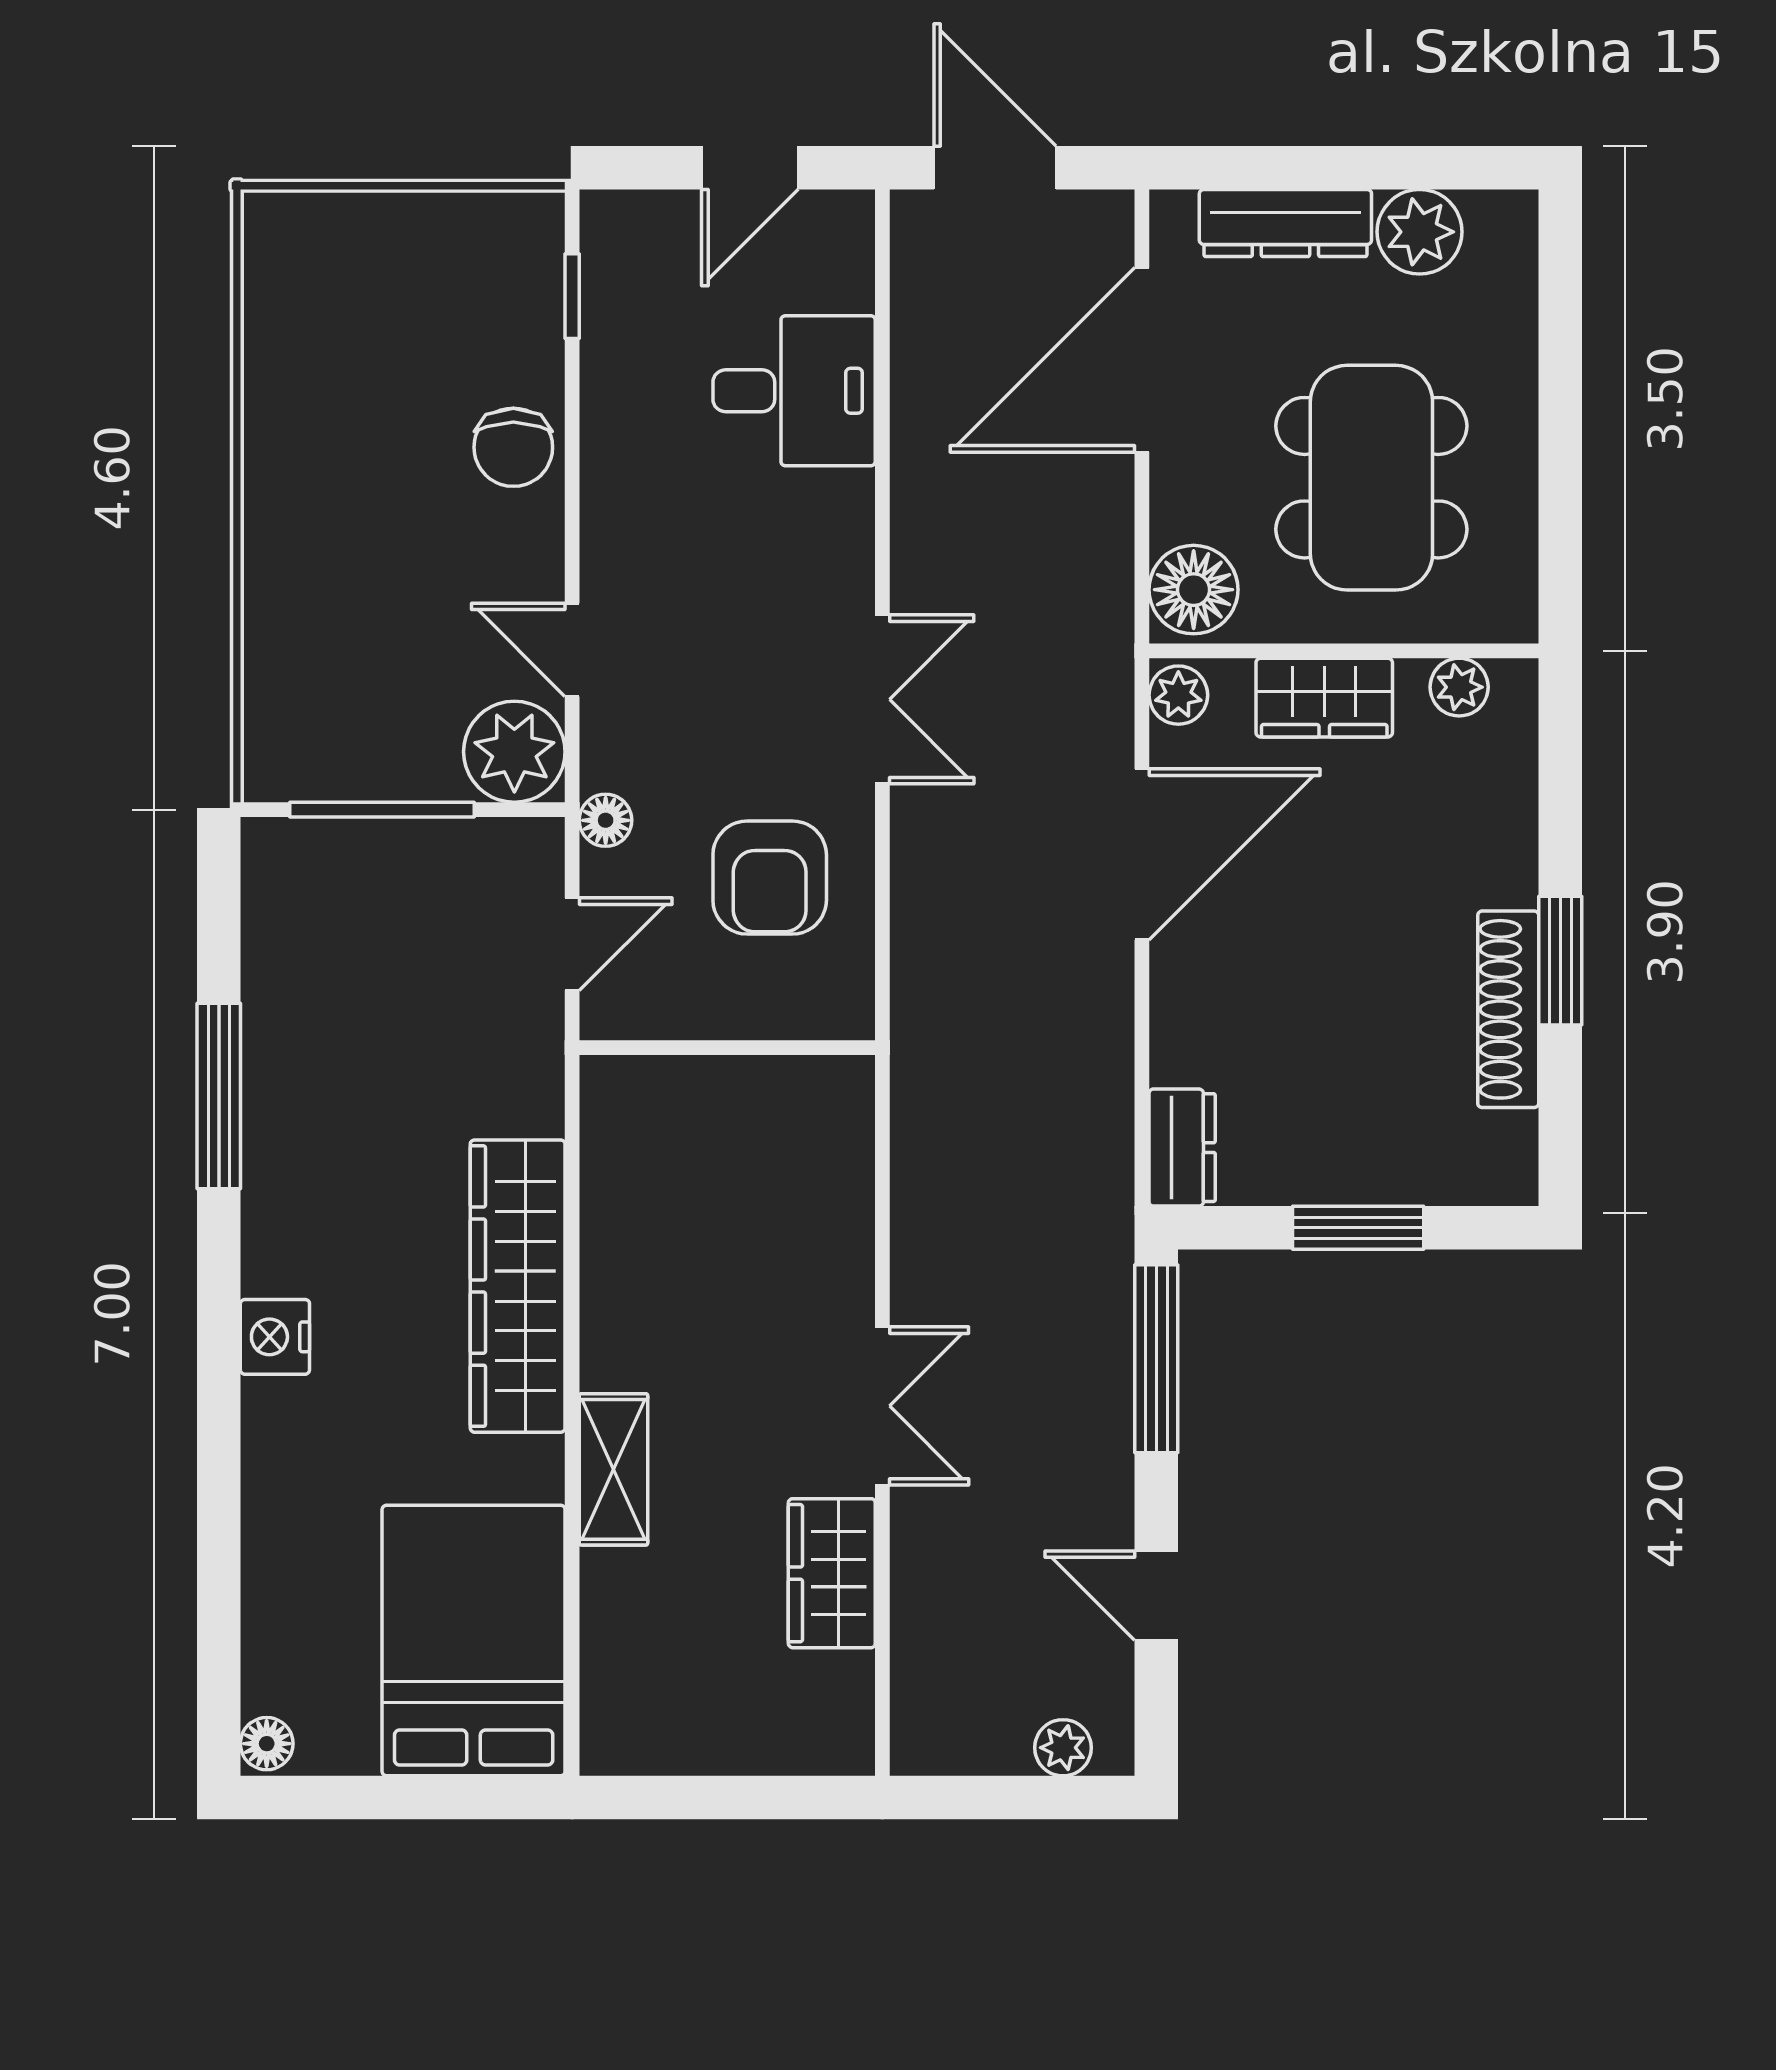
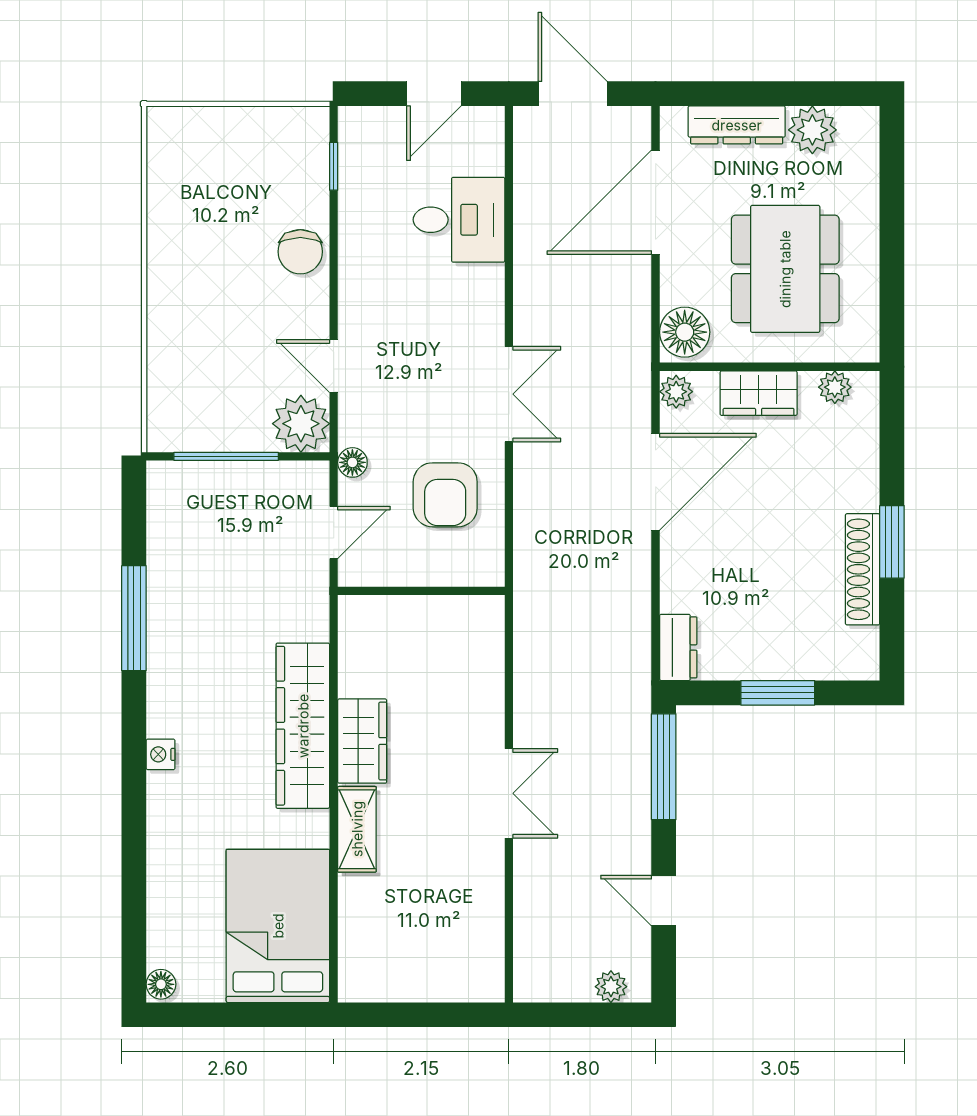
nightstand: (275, 1337) -> (161, 754), width x0.72, depth x0.74
wardrobe: (832, 1573) -> (362, 741), moved, turned 180

